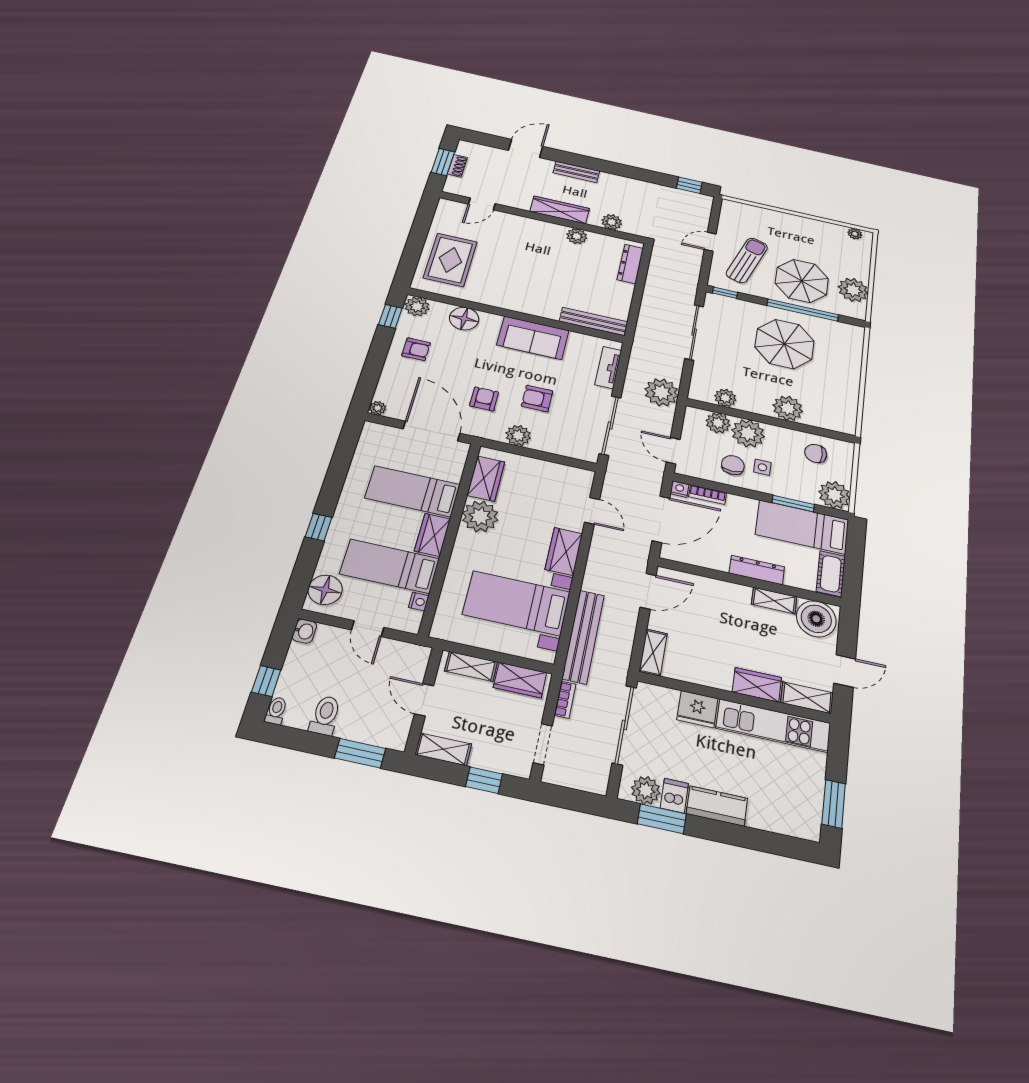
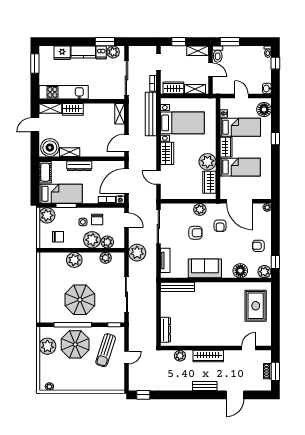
plant: (577, 236) -> (196, 340), removed
fridge: (697, 709) -> (62, 53), moved, turned 180
toilet: (325, 715) -> (218, 54), moved

